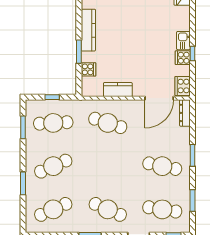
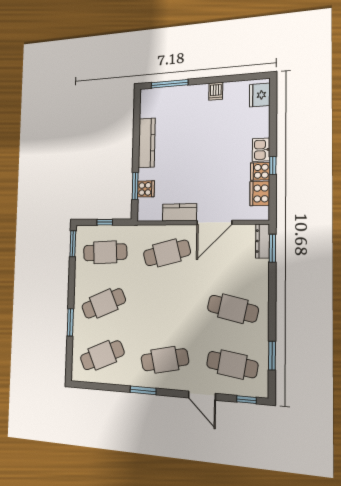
window: (79, 52) -> (135, 186), moved
cooker: (183, 86) -> (260, 193), moved
door: (159, 98) -> (214, 223), moved
cafe table: (108, 123) -> (167, 253), turned -33
window: (23, 127) -> (73, 244), moved
window: (193, 155) -> (272, 248), moved
cafe table: (108, 209) -> (165, 360), turned -36

